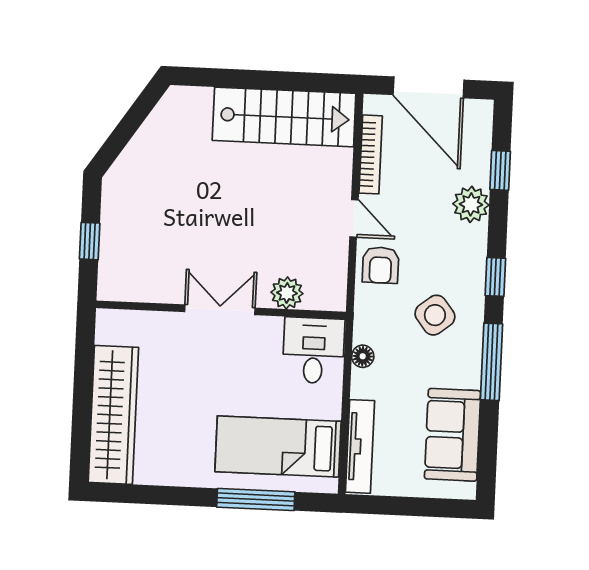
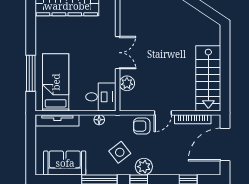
plant: (471, 204) -> (144, 167), moved

